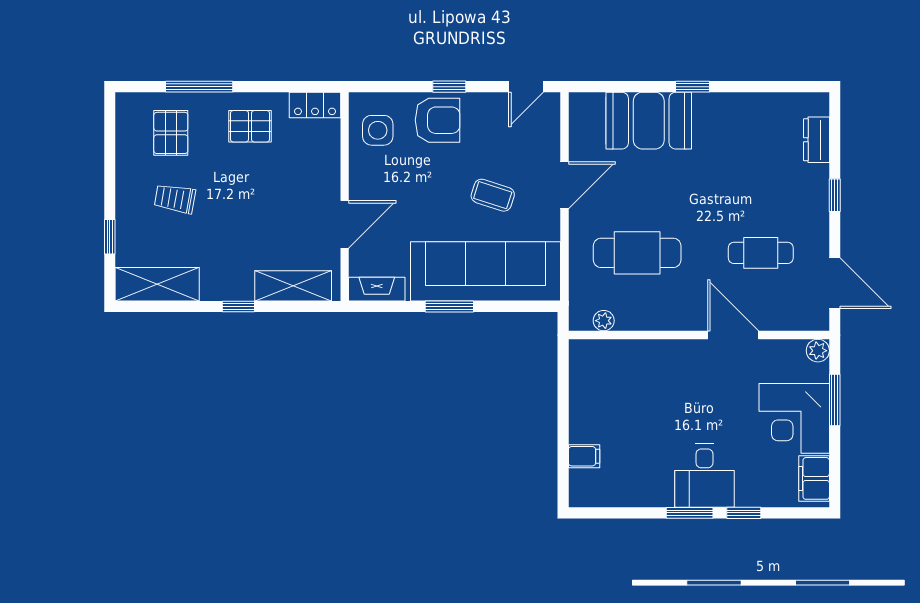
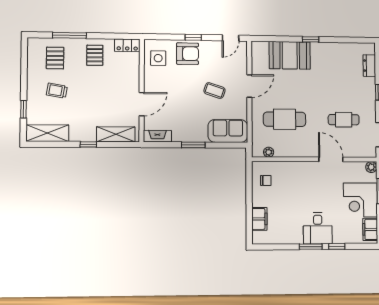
pallet: (250, 126) -> (95, 55), turned 90
sofa: (486, 271) -> (228, 131), width x0.54, depth x0.79
chair: (598, 378) -> (266, 180), added
filing cabinet: (584, 456) -> (259, 219), width x2.00

